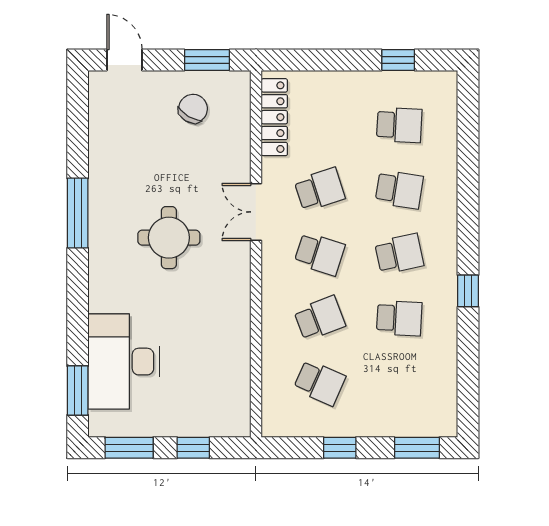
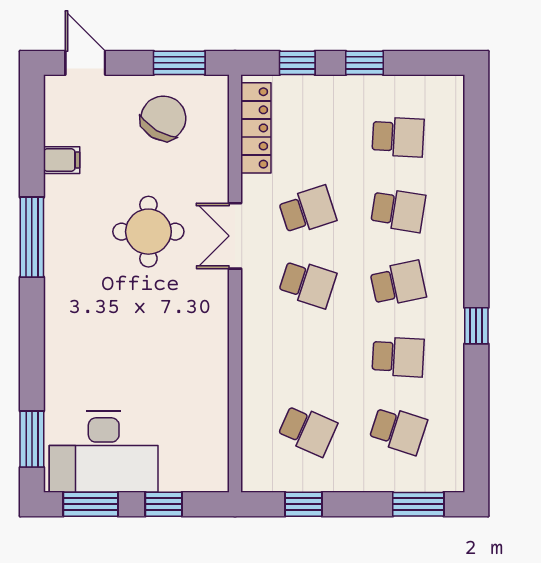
window: (311, 60) -> (297, 63), added
window: (398, 60) -> (365, 63), moved
chair: (193, 109) -> (163, 118), width x1.37, depth x1.37
filing cabinet: (104, 145) -> (62, 160), added
round table: (169, 238) -> (148, 232), moved
school desk: (320, 318) -> (398, 430), moved, turned 39
desk: (124, 362) -> (104, 452), moved, turned -90
window: (340, 448) -> (303, 504), moved

